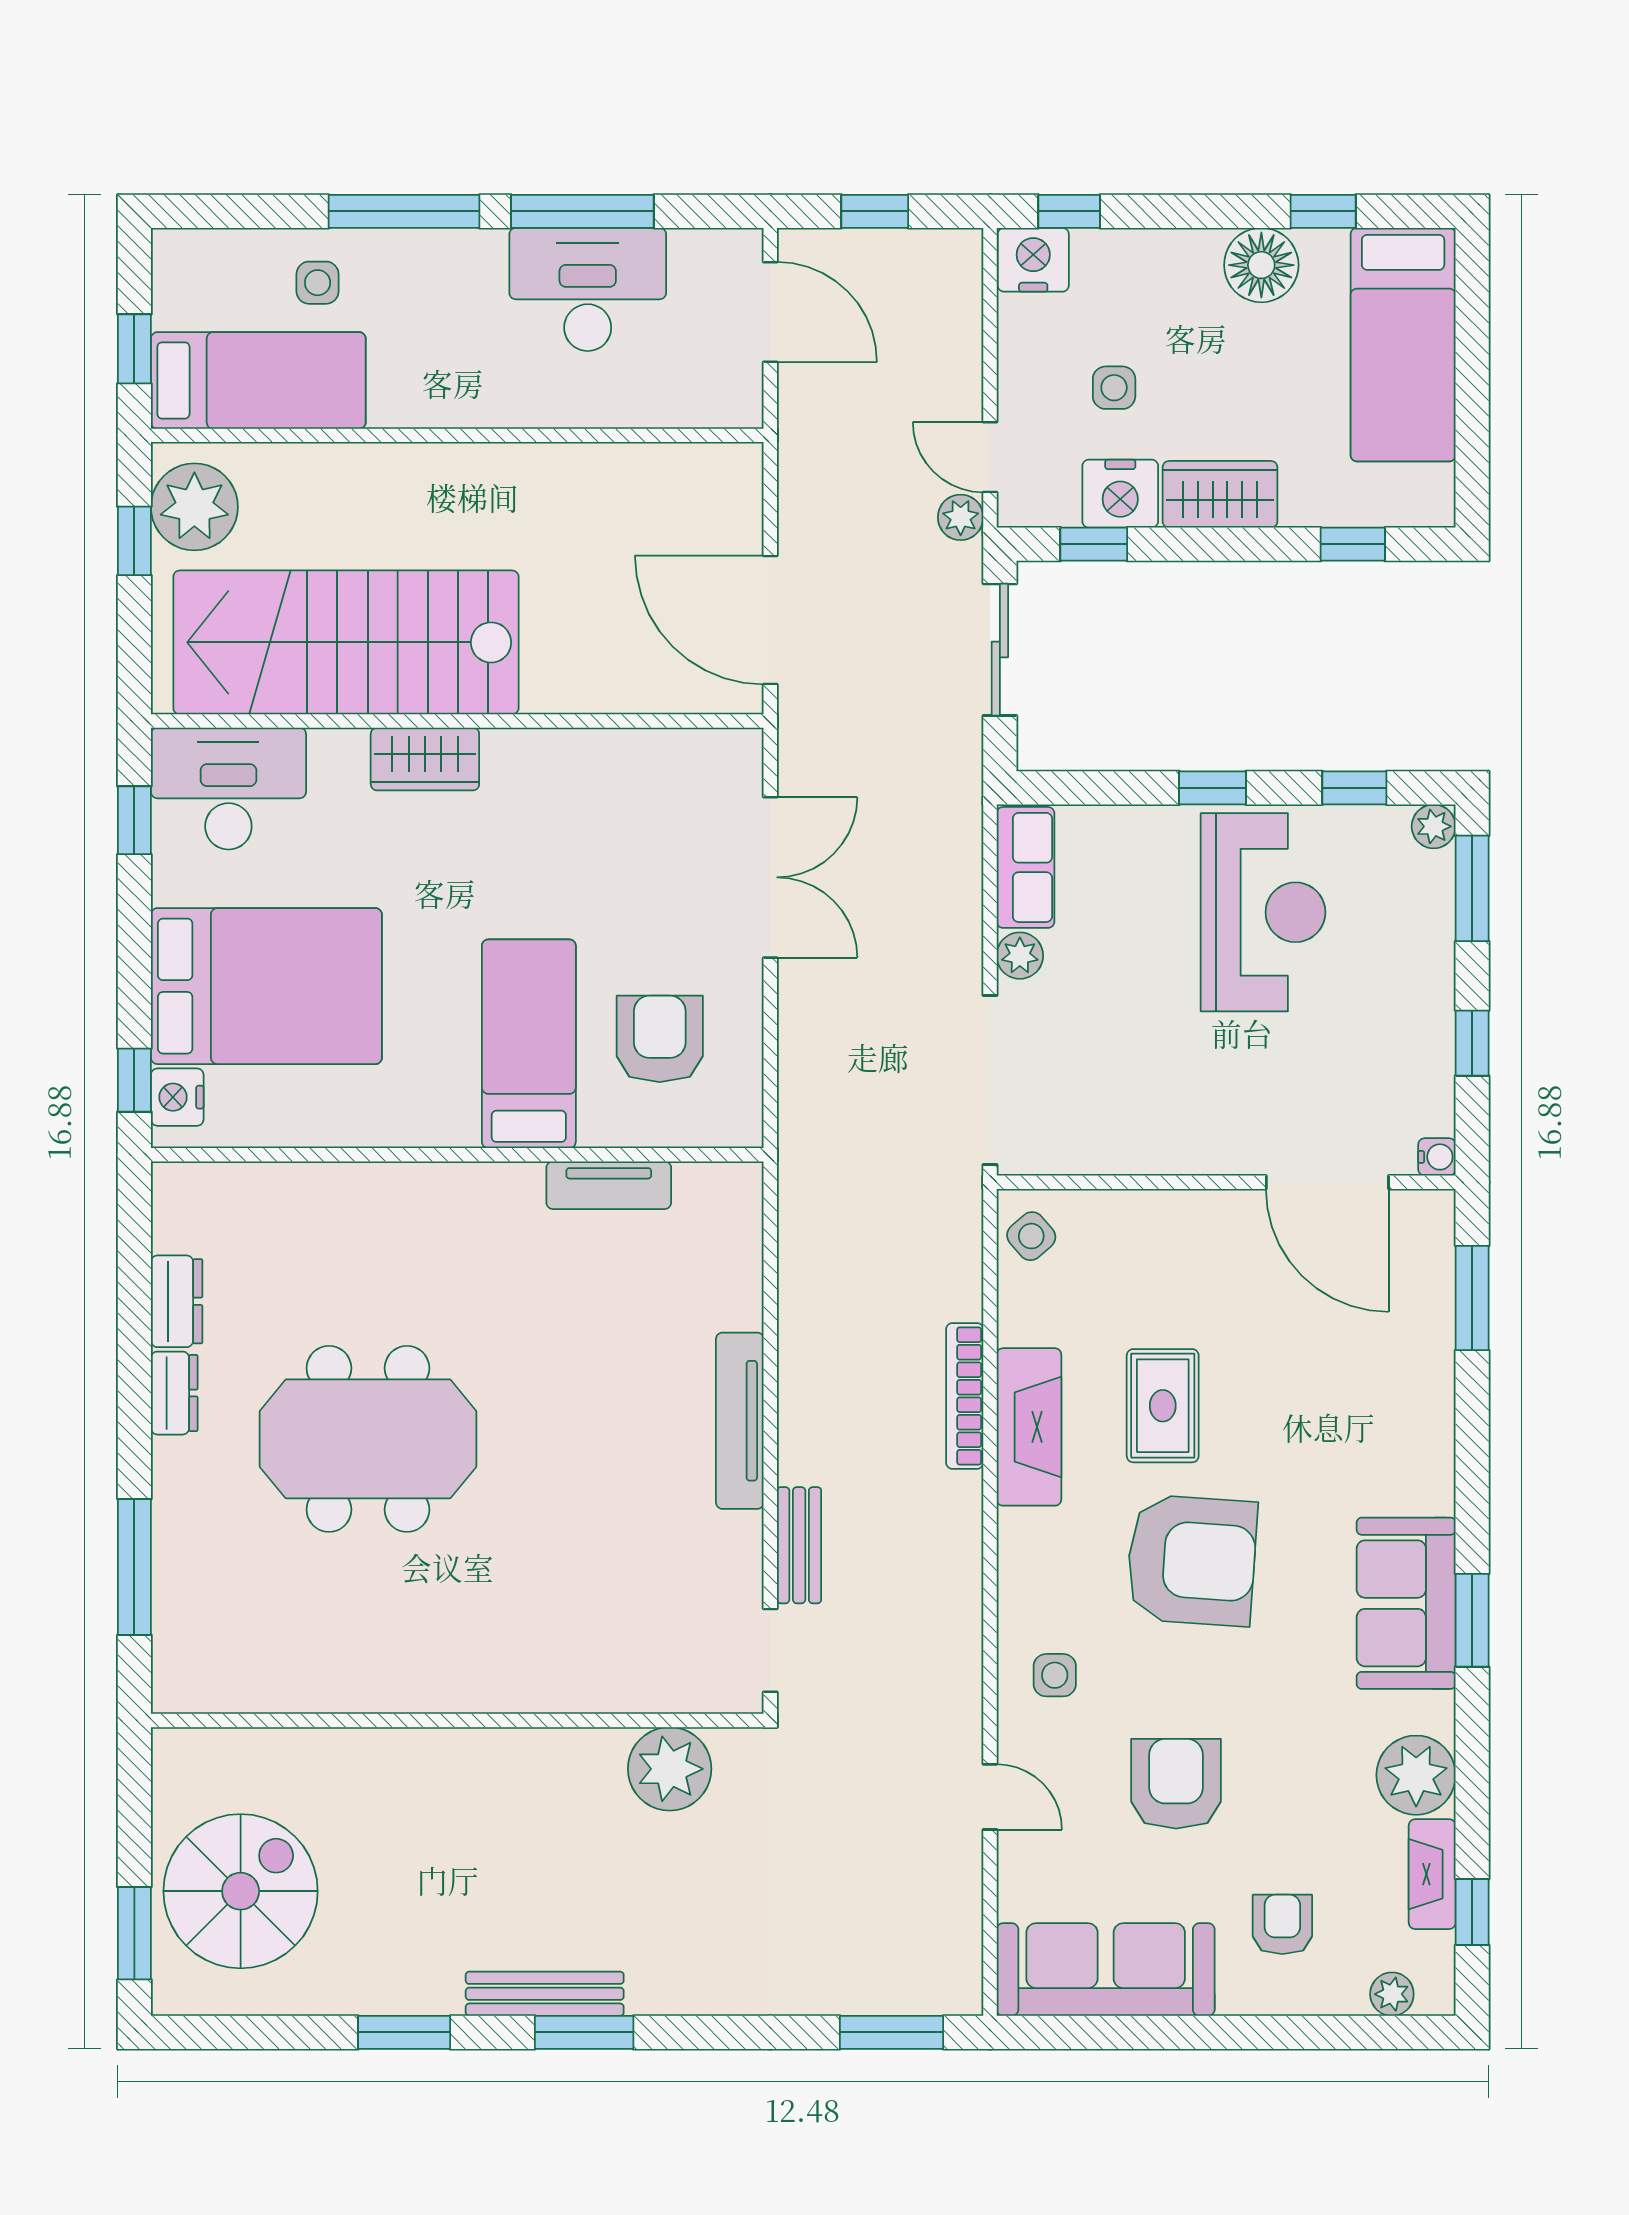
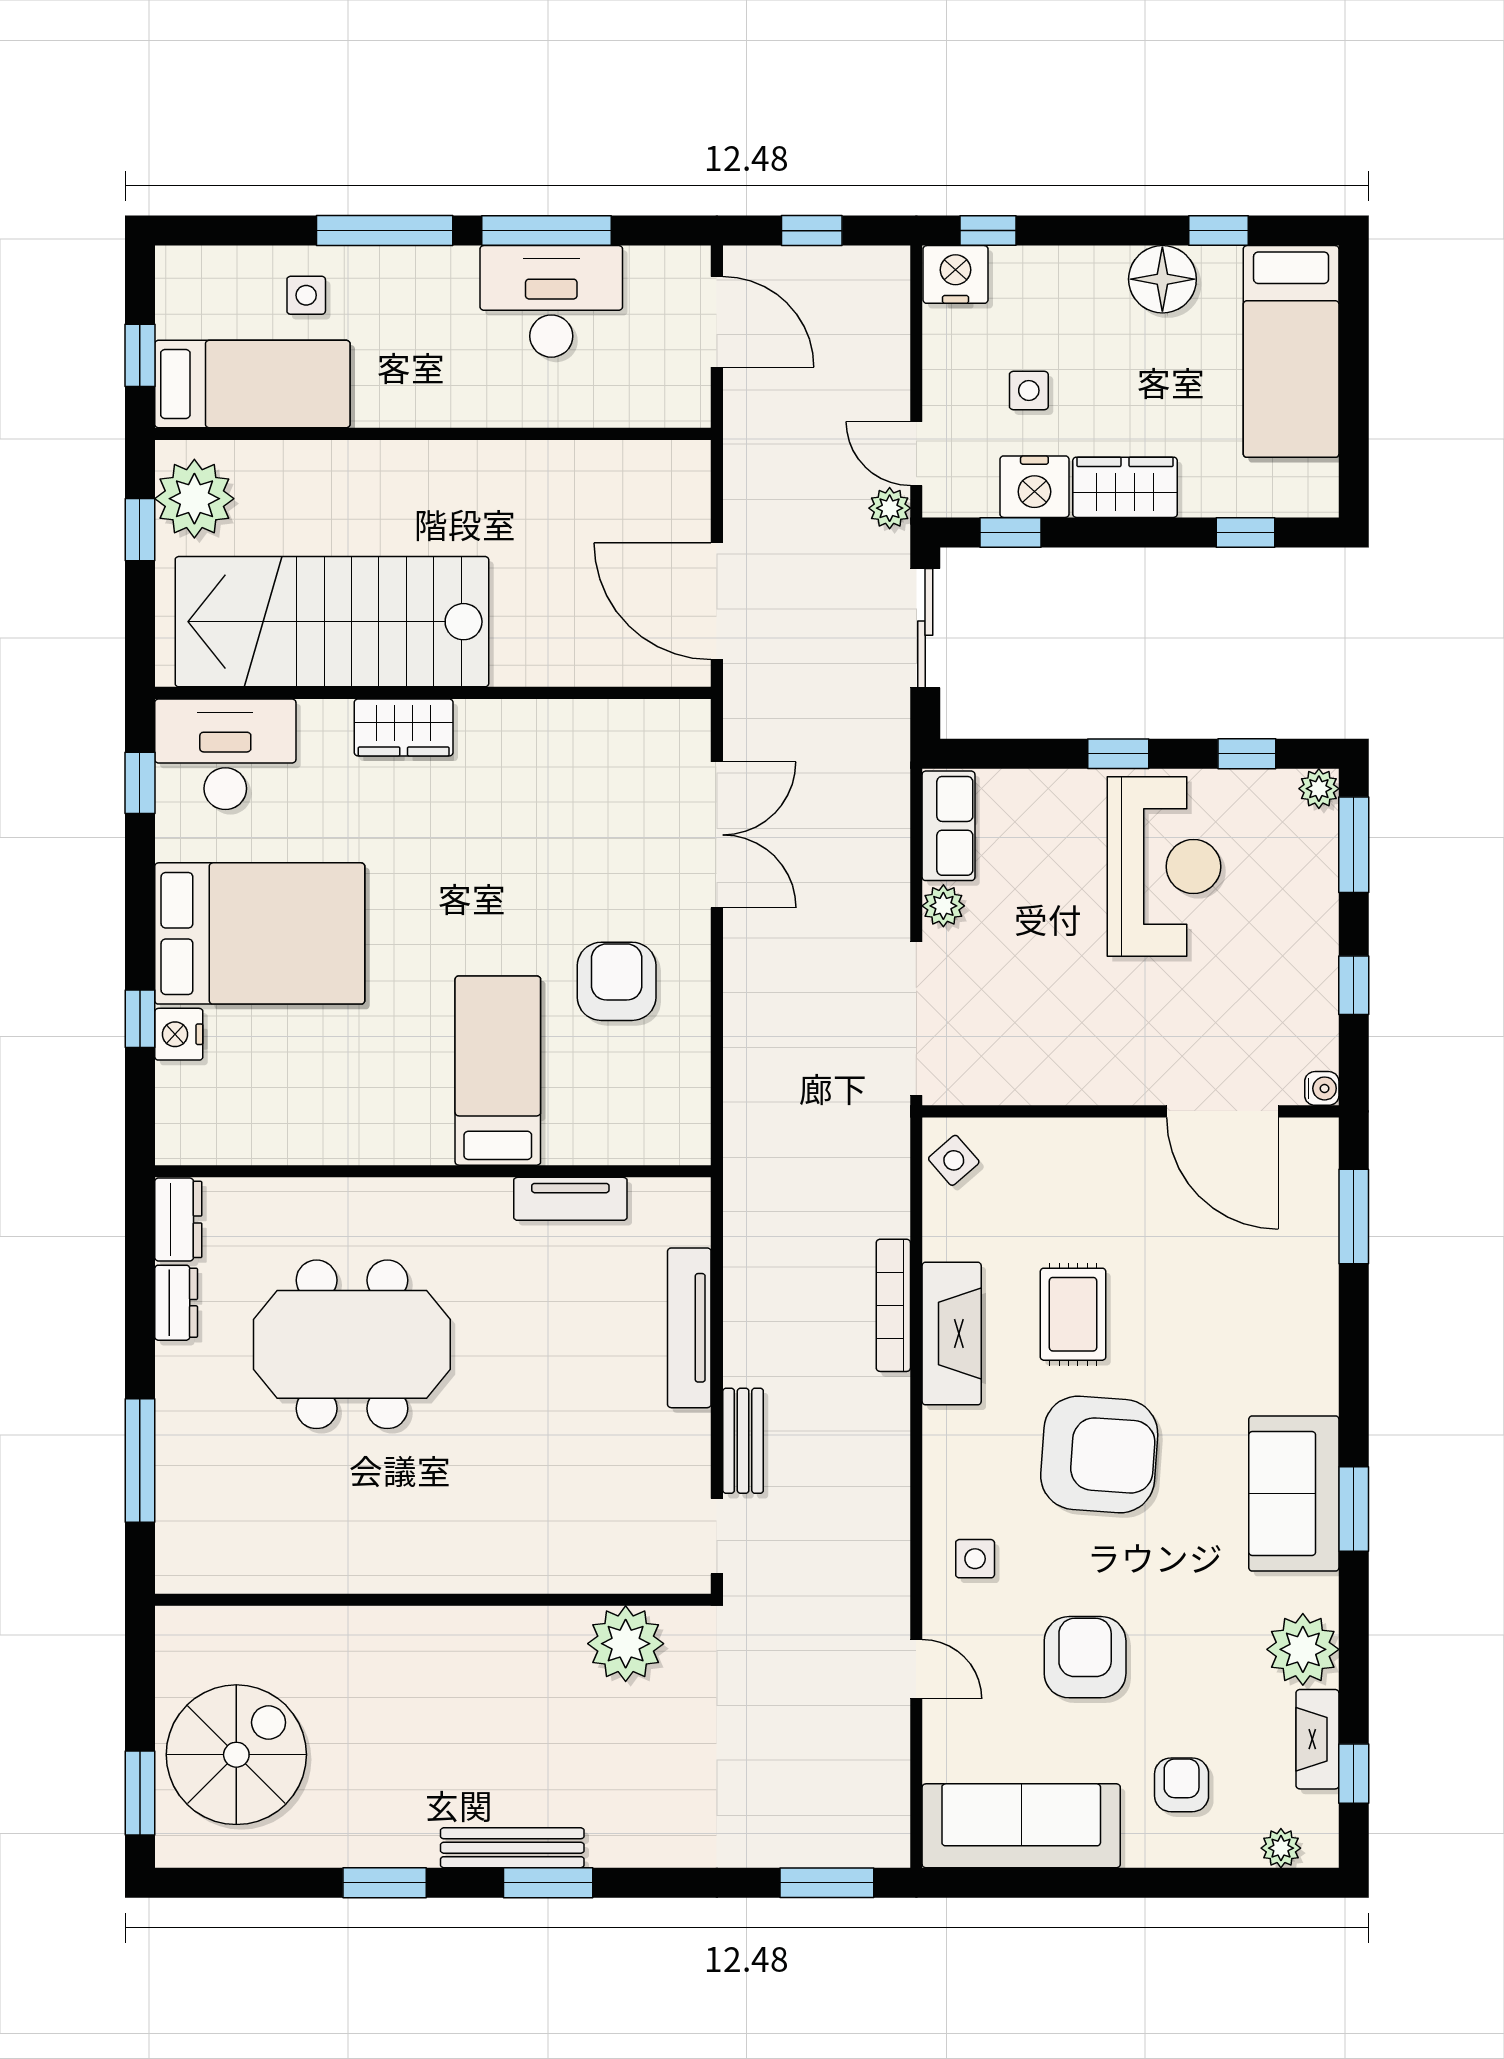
bed: (529, 1044) -> (498, 1071), moved
wall: (457, 1155) -> (433, 1171), moved
tv unit: (609, 1185) -> (570, 1199), moved

